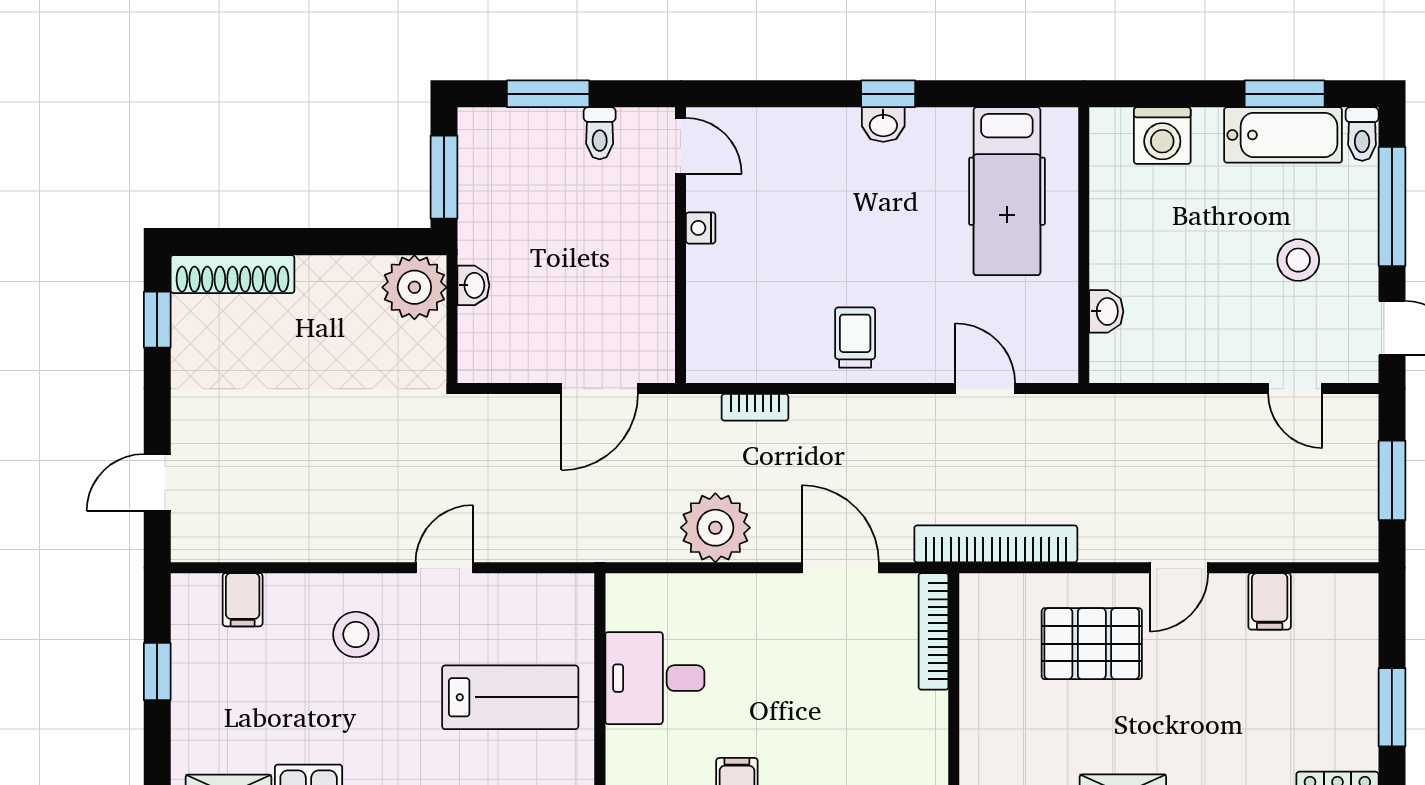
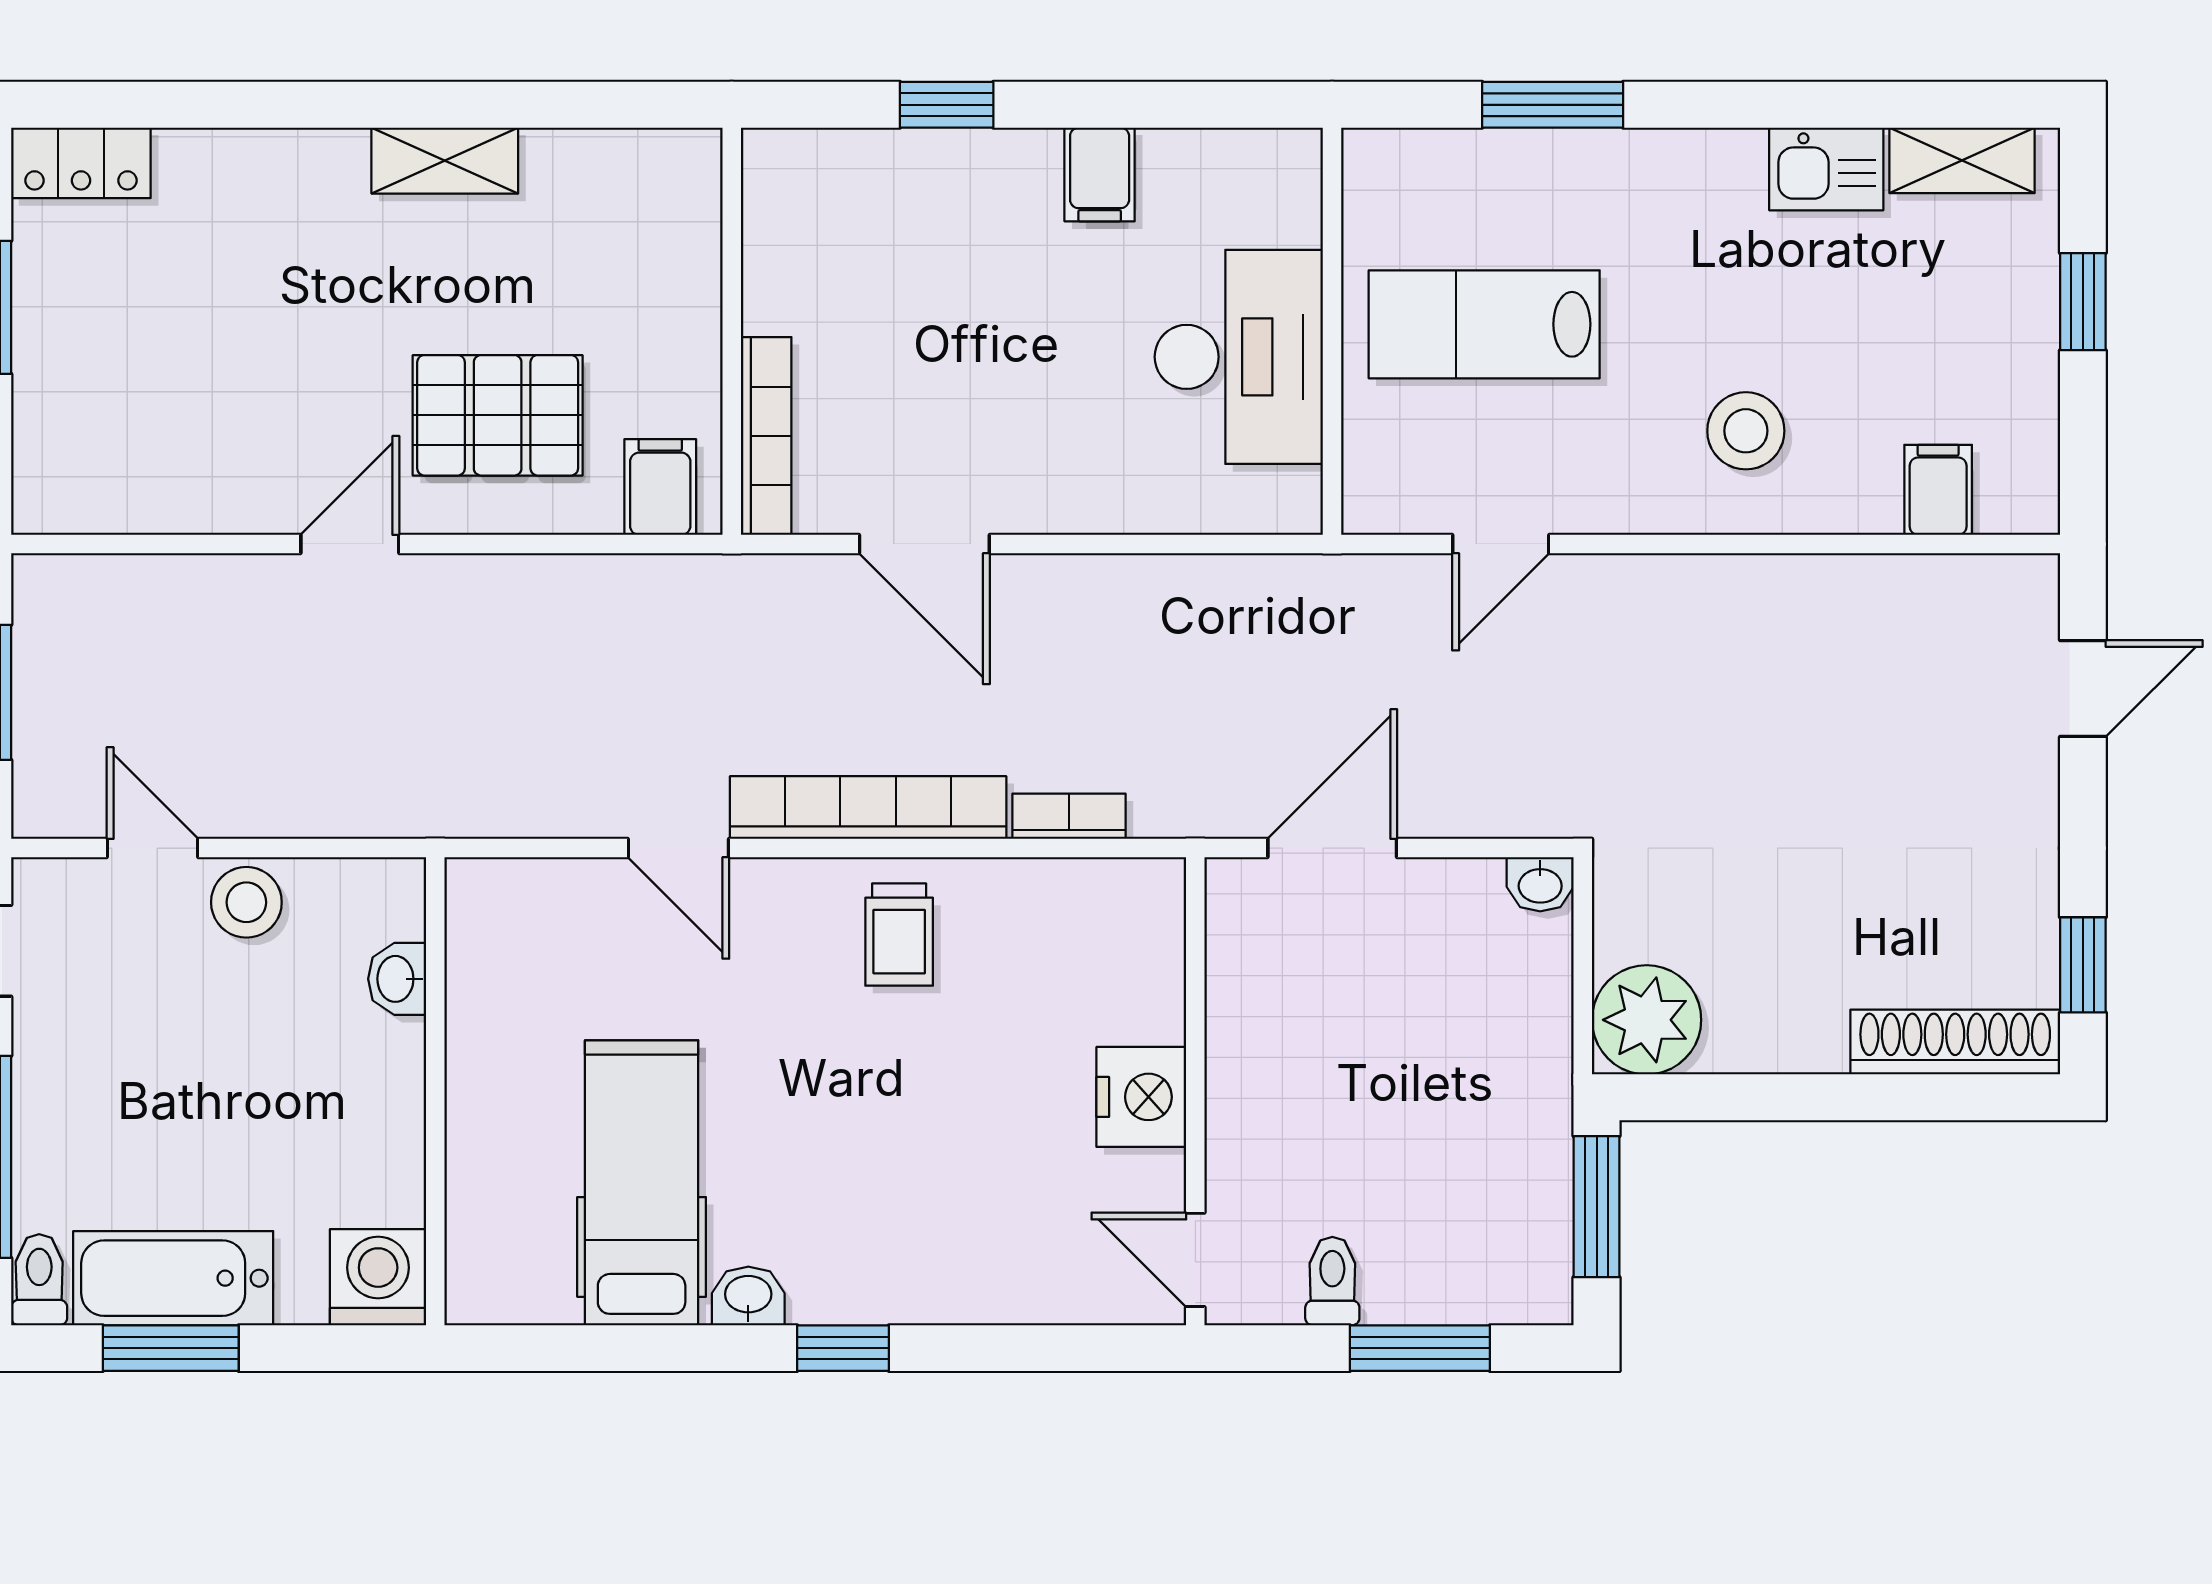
washbasin: (883, 124) -> (748, 1296), moved
nightstand: (701, 228) -> (1141, 1097), width x1.89, depth x1.79
wall: (1084, 245) -> (435, 1091), moved
stool: (1298, 260) -> (246, 902), moved
washbasin: (473, 285) -> (1540, 884), moved, turned -90
washbasin: (1106, 311) -> (397, 979), moved
plant: (715, 528) -> (1136, 612), removed
bookcase: (996, 544) -> (868, 808), moved, turned 180
door: (444, 568) -> (1501, 544), moved
filing cabinet: (1270, 601) -> (660, 487), moved
window: (157, 672) -> (2083, 302), moved
desk: (655, 678) -> (1239, 357), width x1.37

